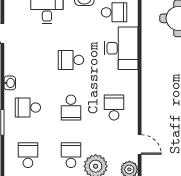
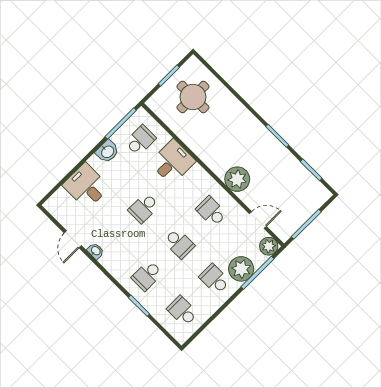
desk: (121, 48) -> (172, 162), width x0.73
washbasin: (10, 83) -> (95, 251), moved
plant: (153, 103) -> (237, 179), added

